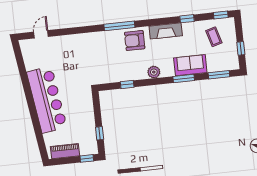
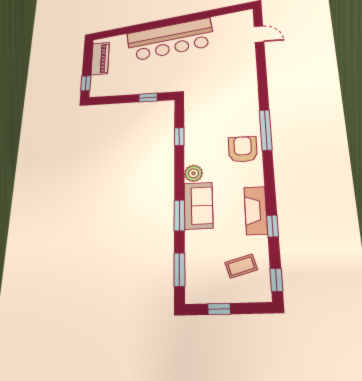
fireplace: (166, 31) -> (256, 211), moved
sofa: (190, 65) -> (198, 206), moved
window: (100, 133) -> (148, 98), moved

